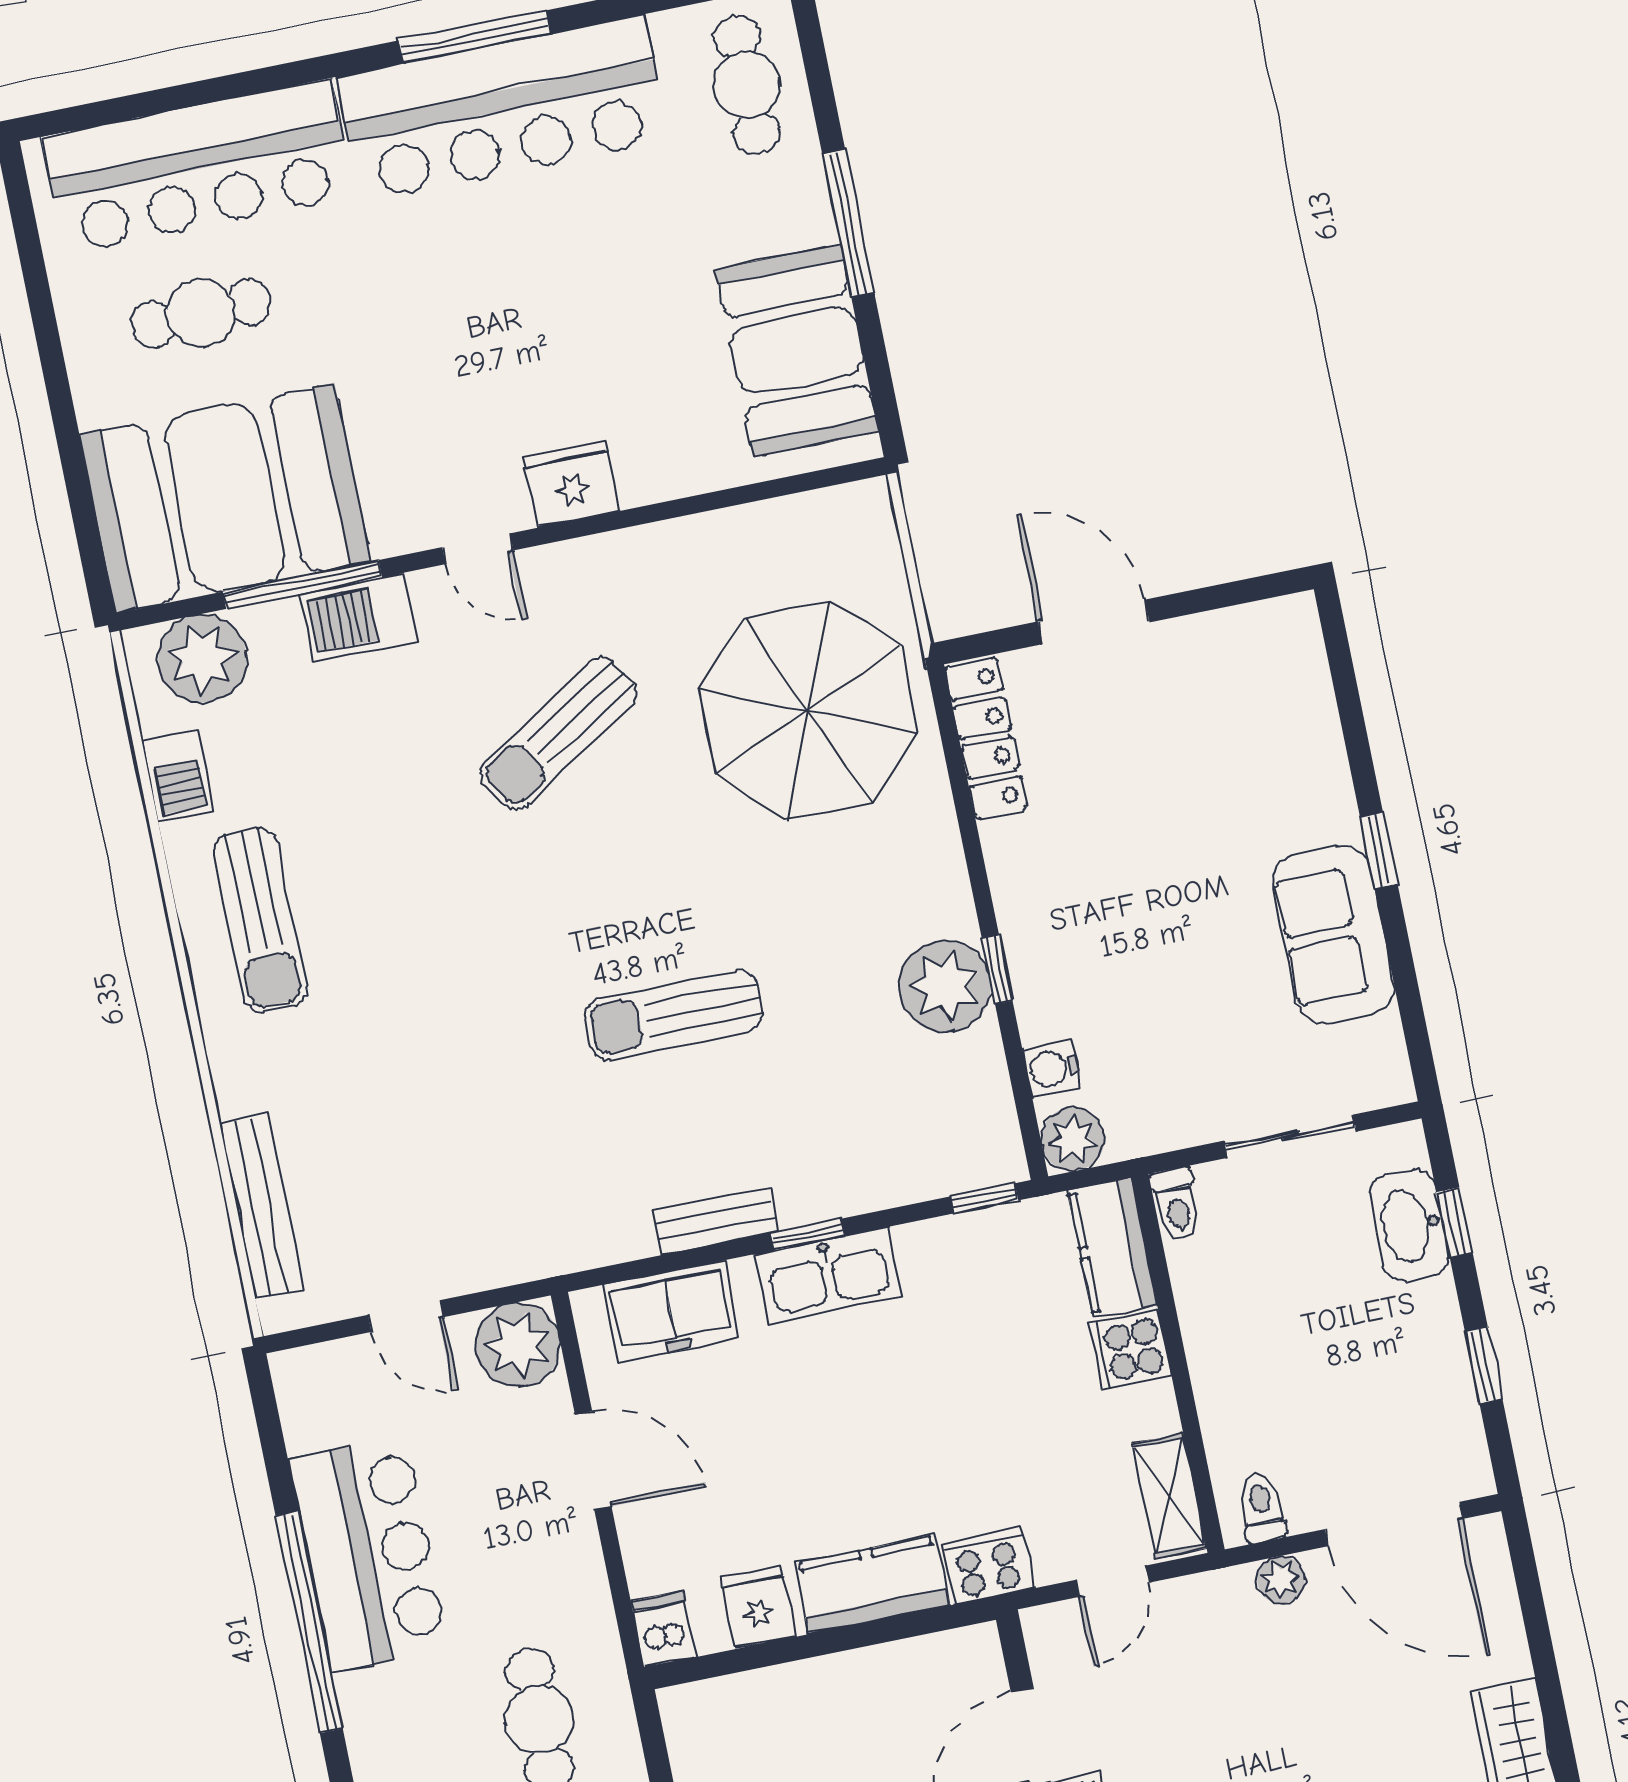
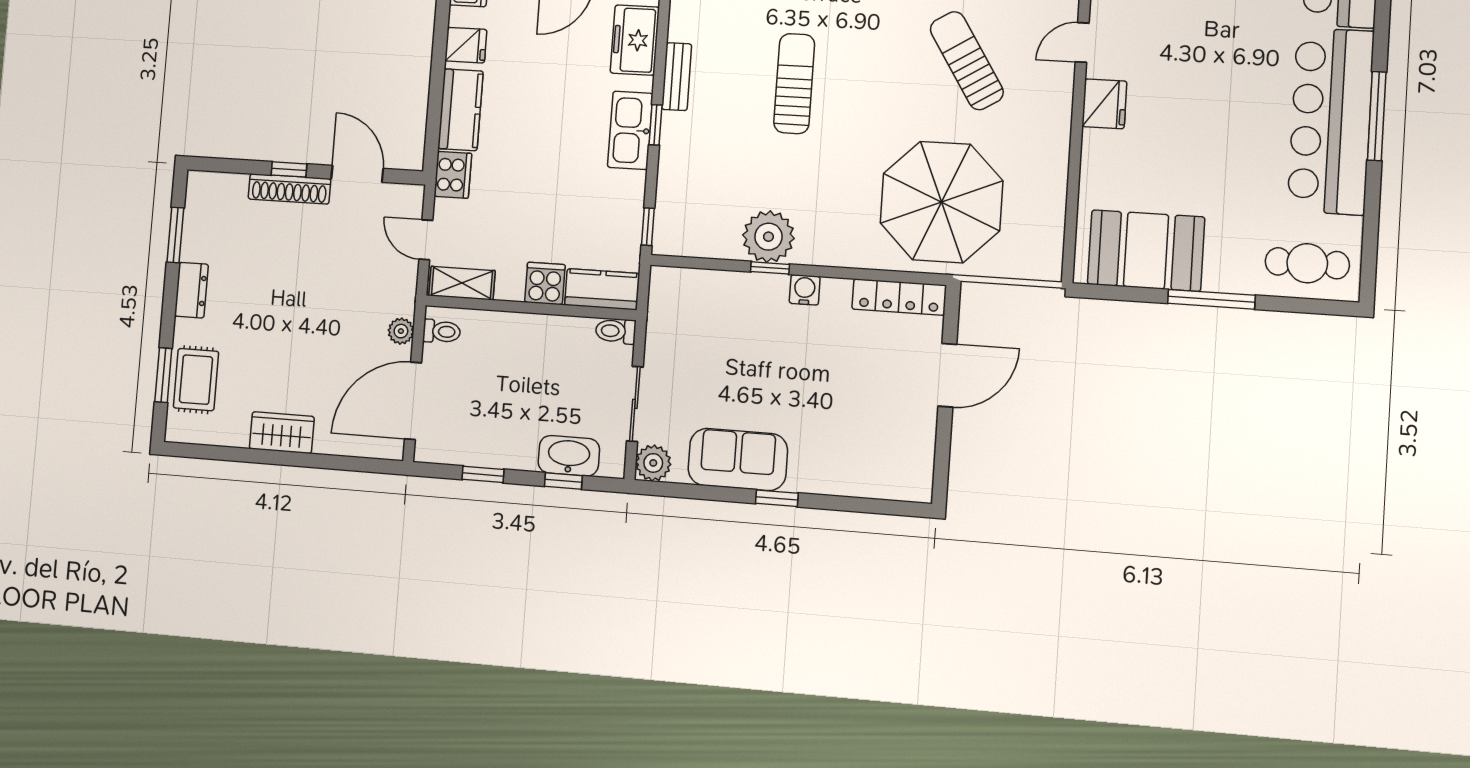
water cooler: (1052, 1068) -> (805, 290), moved
plant: (1073, 1139) -> (653, 463), moved

